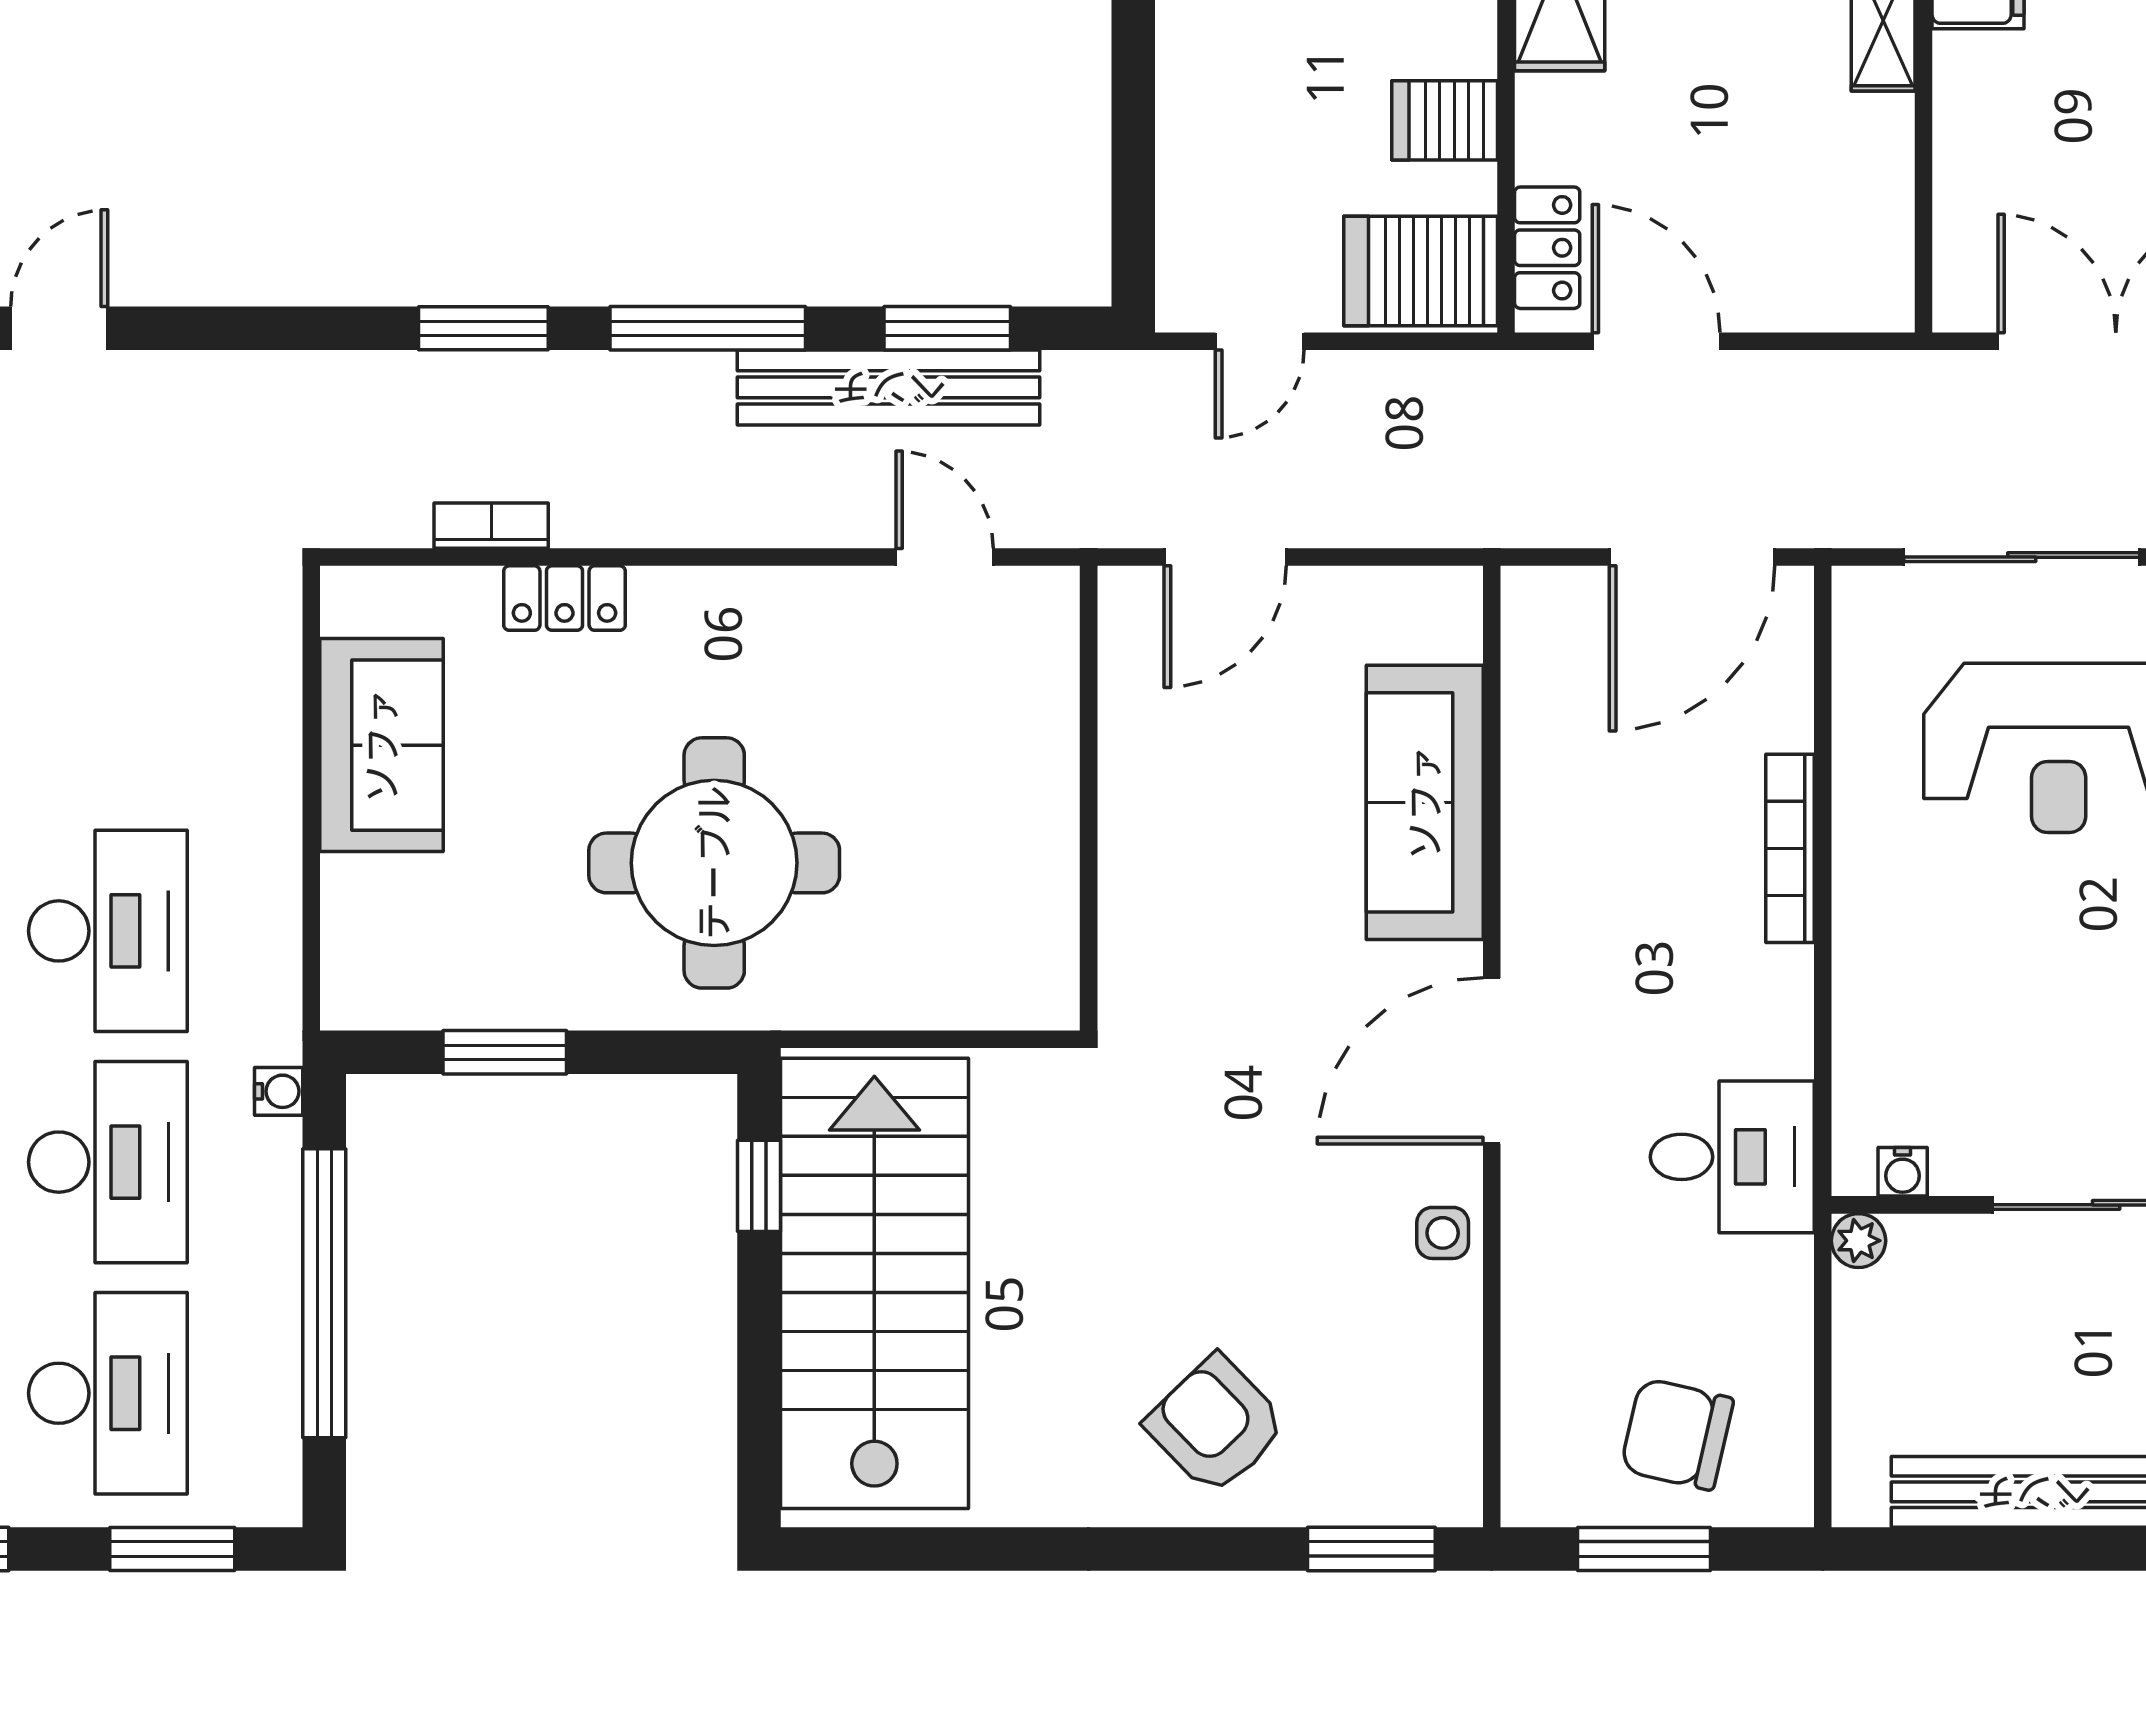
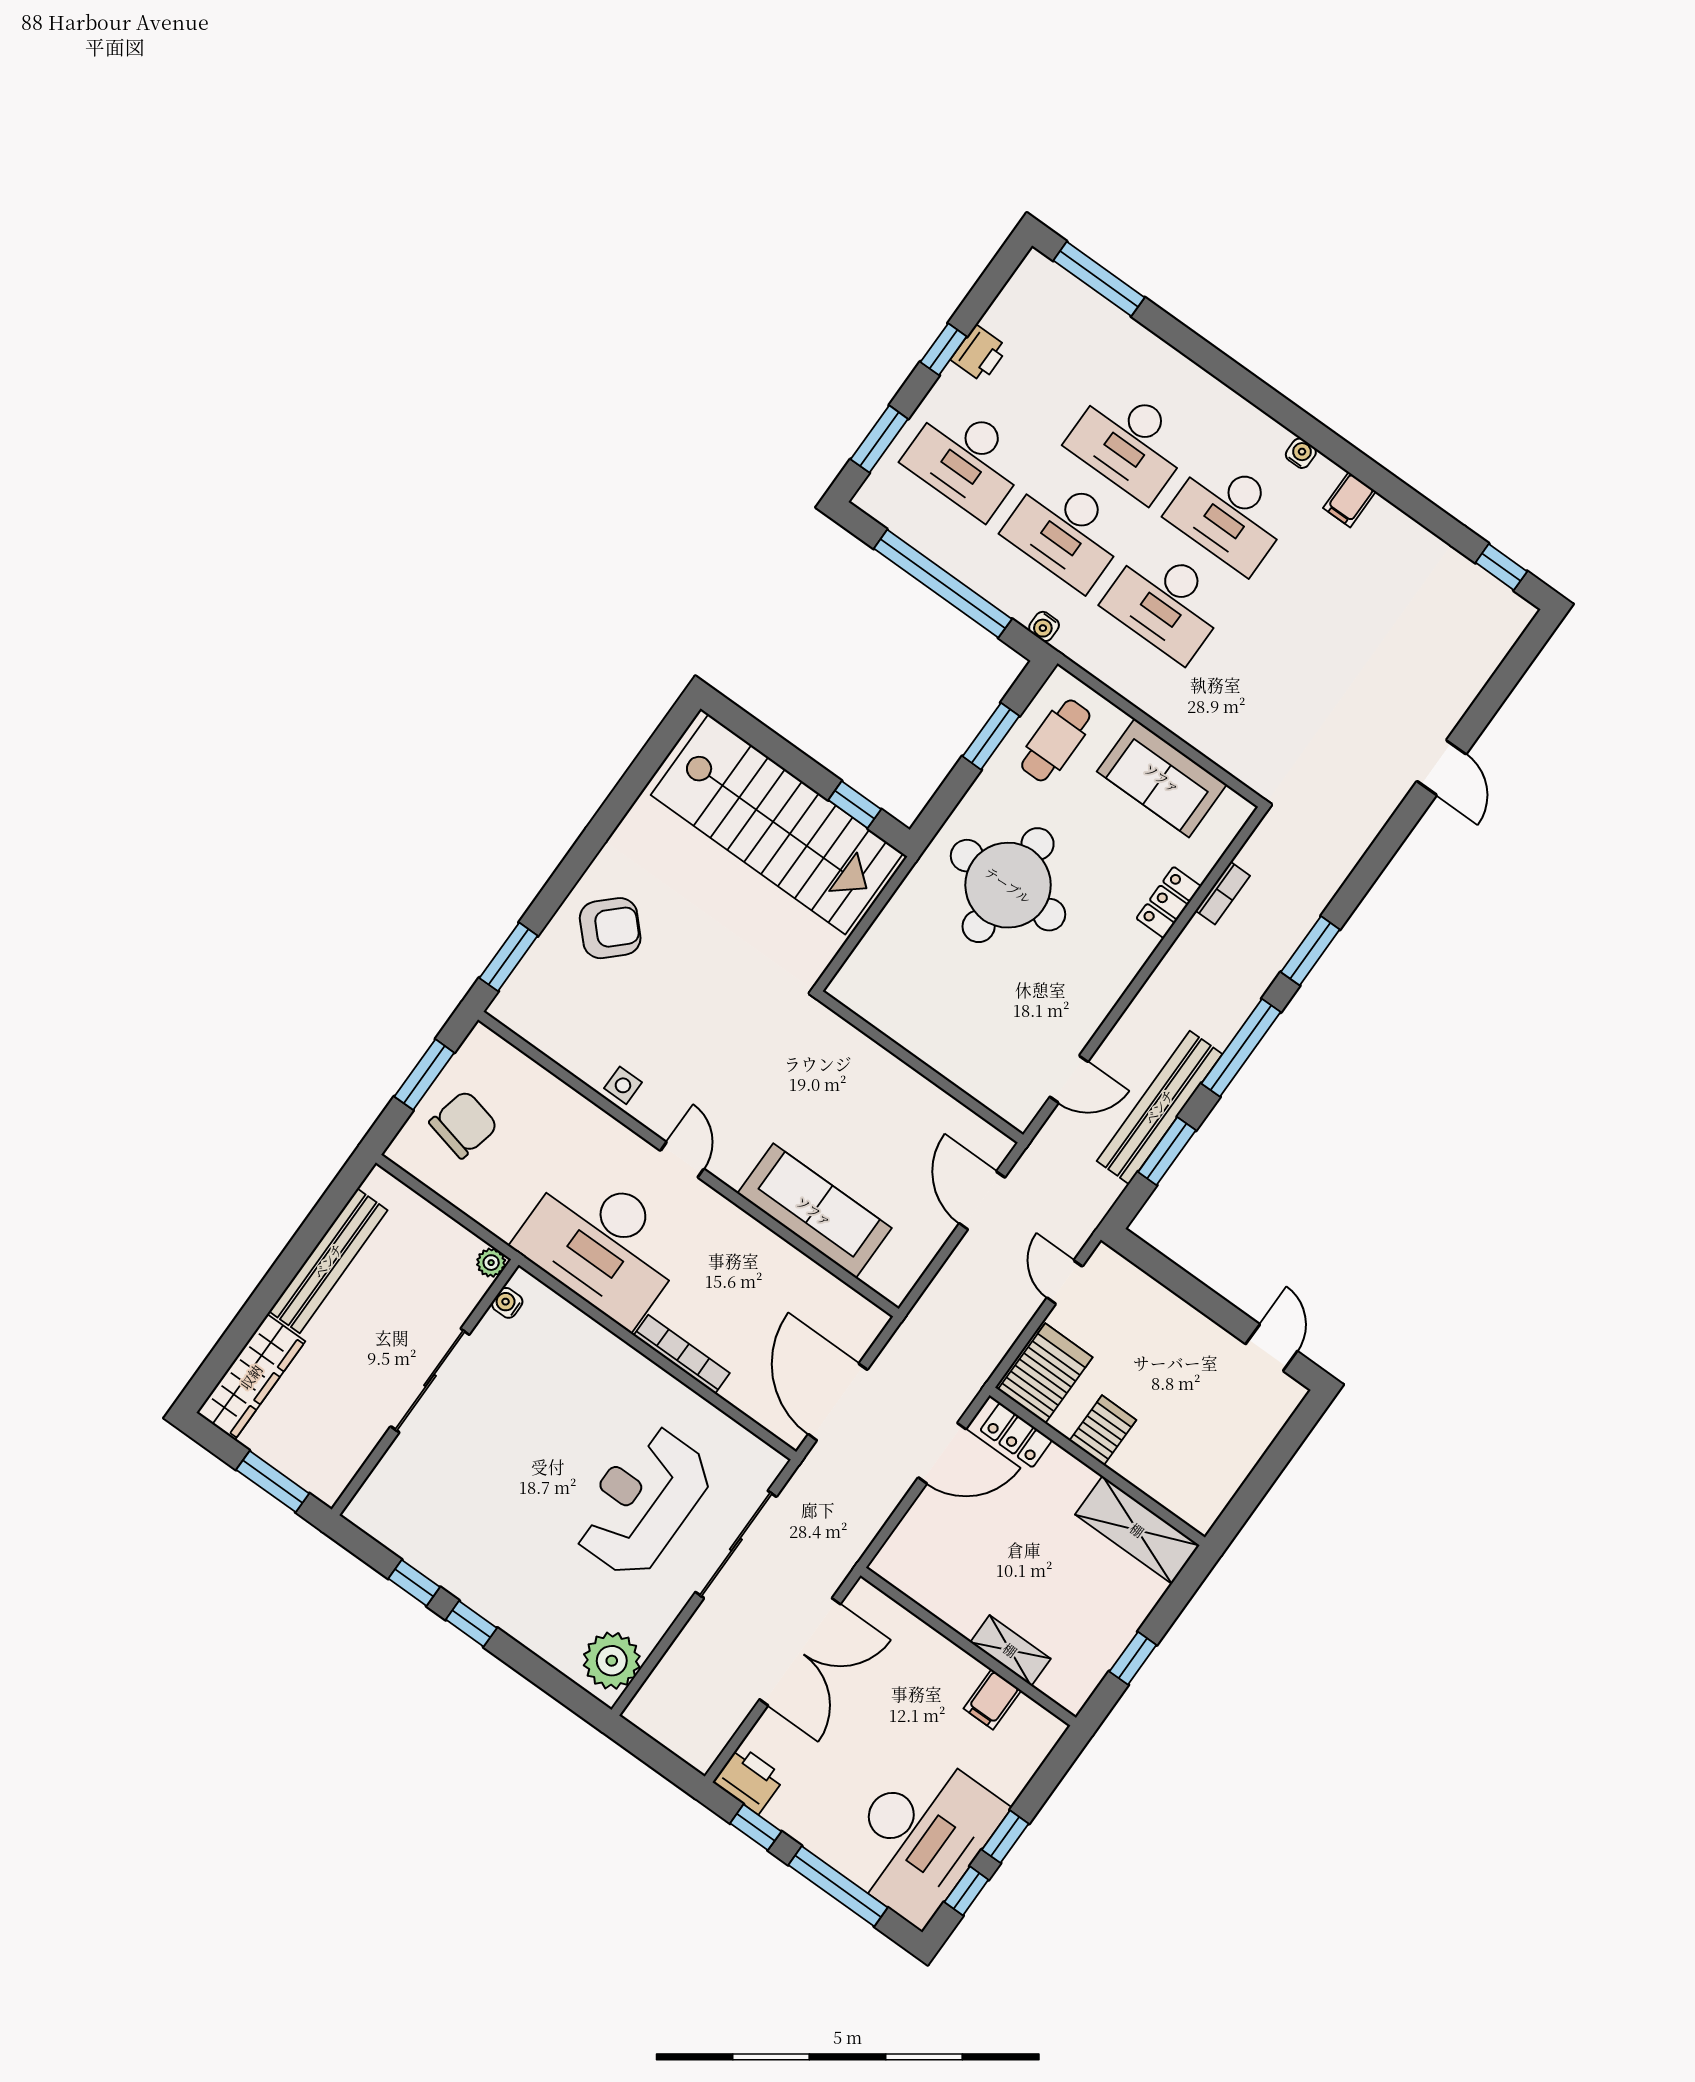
cafe table: (440, 948) -> (1056, 740), added
door: (1492, 1061) -> (682, 1160), width x0.53
desk: (1732, 1157) -> (603, 1244), width x1.87, depth x1.30

